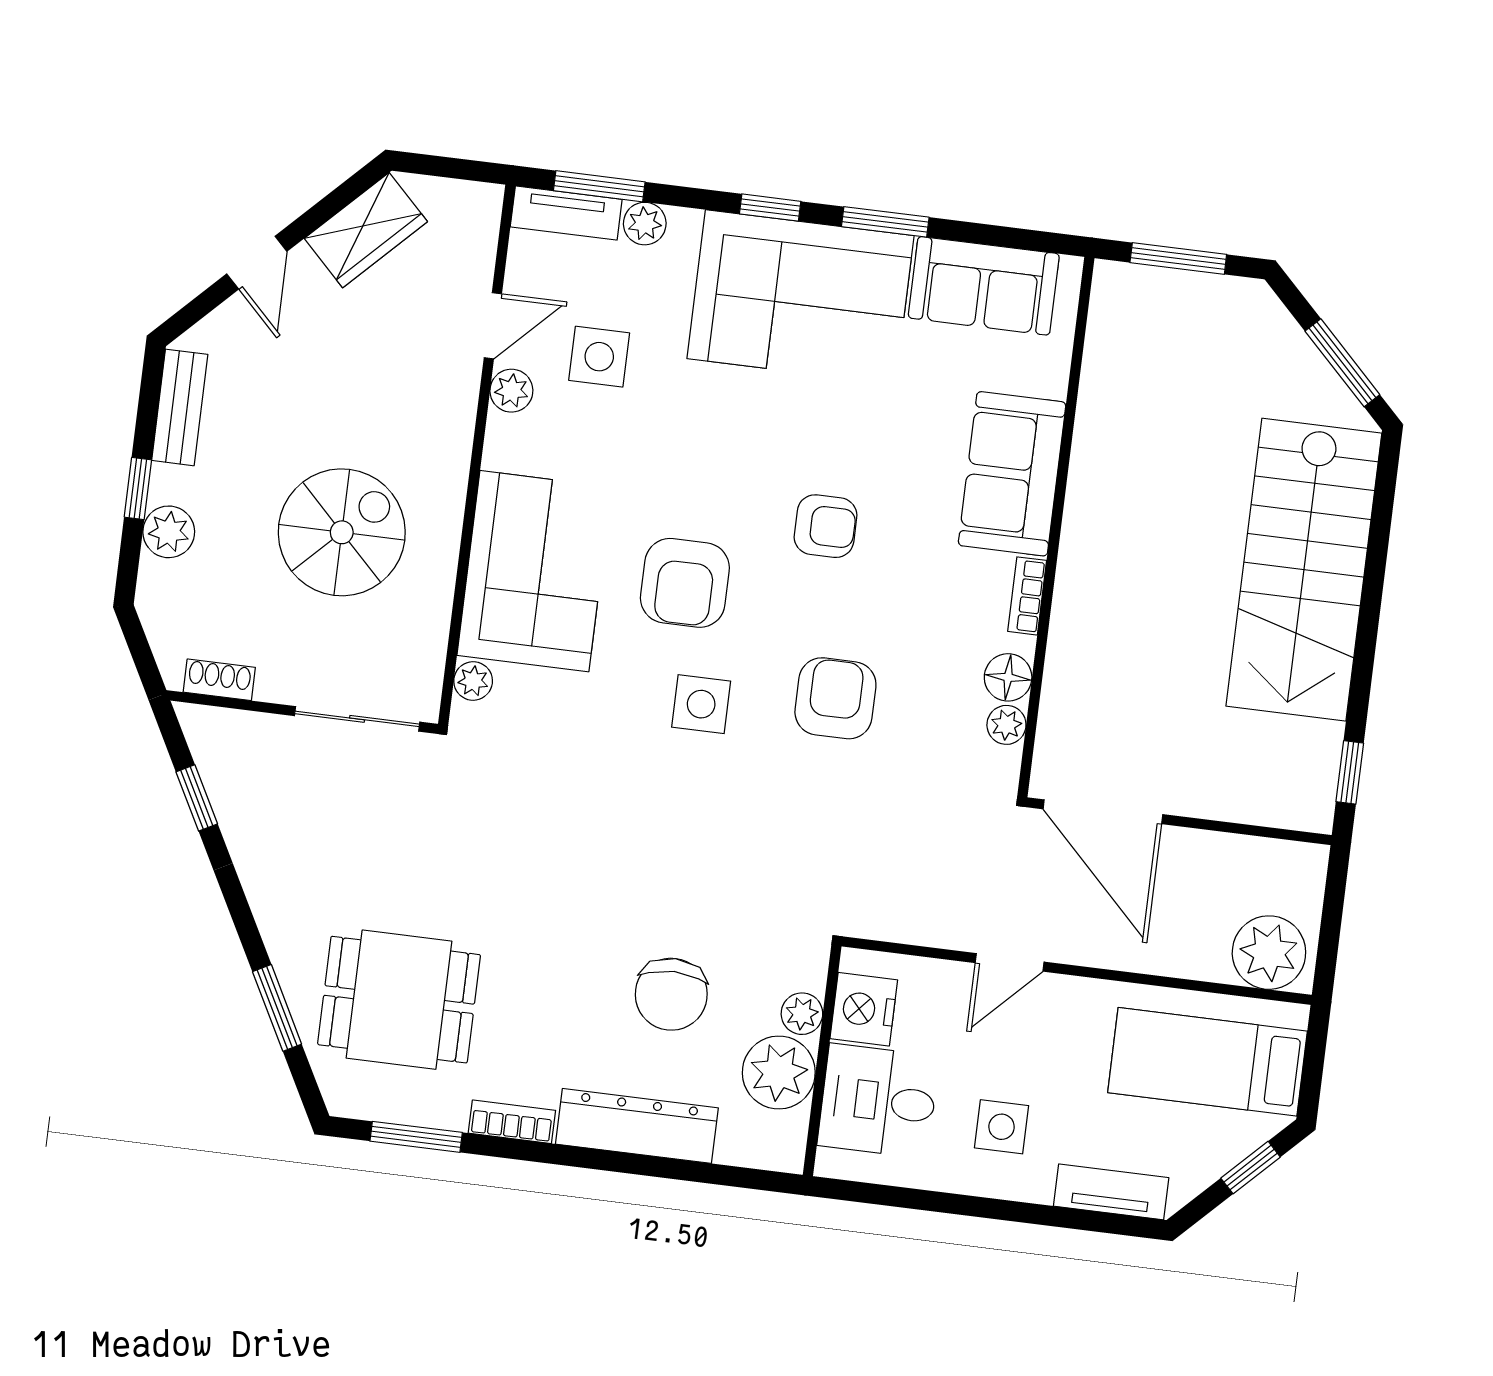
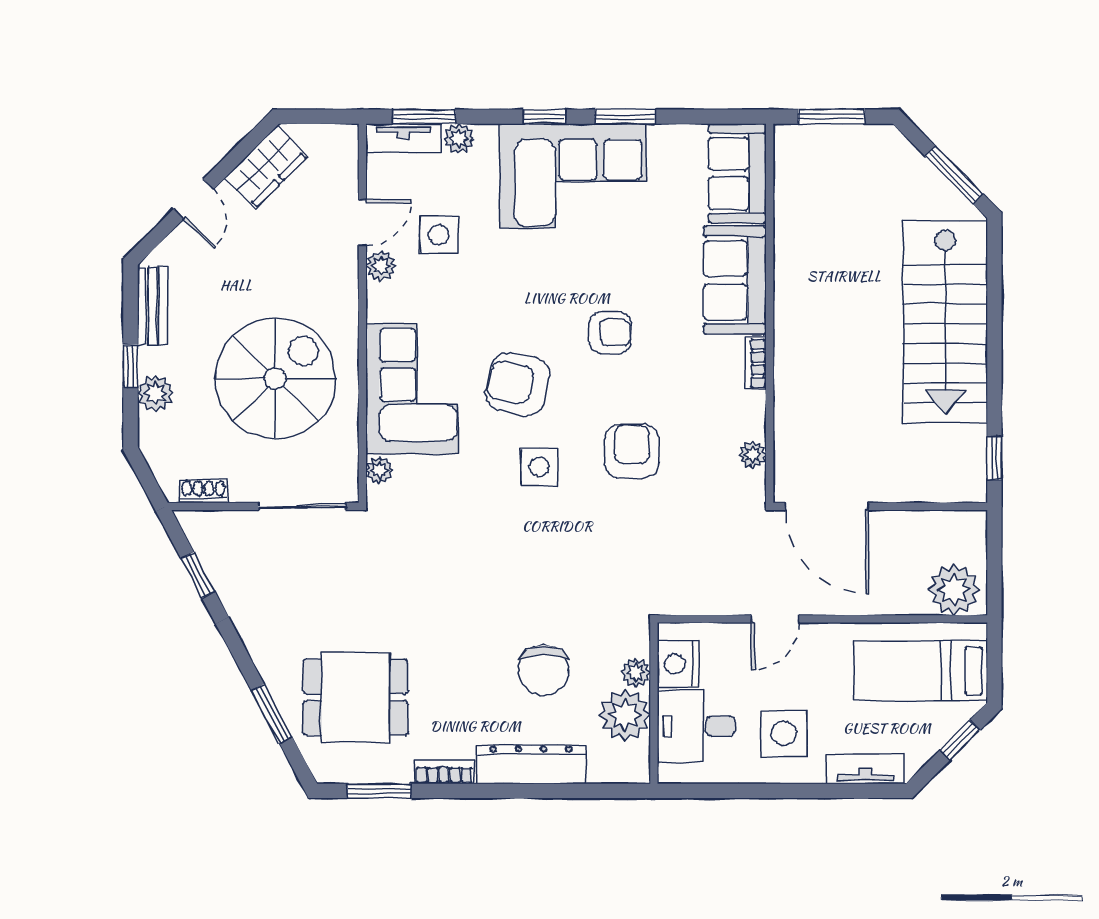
sofa: (984, 286) -> (737, 173), moved, turned 90
spiral stairs: (342, 532) -> (275, 379), width x1.37, depth x1.37
armchair: (685, 583) -> (518, 384), turned 102
floor lamp: (1008, 677) -> (750, 422), removed
side table: (1002, 1127) -> (784, 733), width x1.37, depth x1.37

